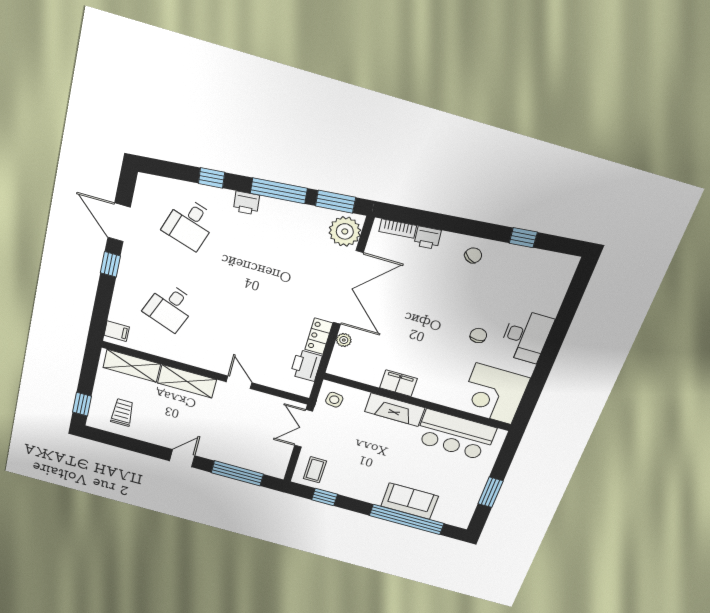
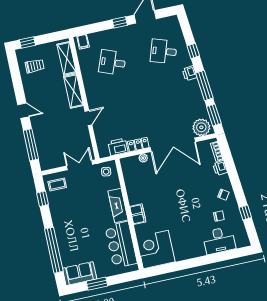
chair: (478, 335) -> (219, 216), moved
desk: (526, 336) -> (219, 240), moved
filing cabinet: (398, 383) -> (138, 214), moved
sofa: (410, 501) -> (80, 274), moved, turned -90

